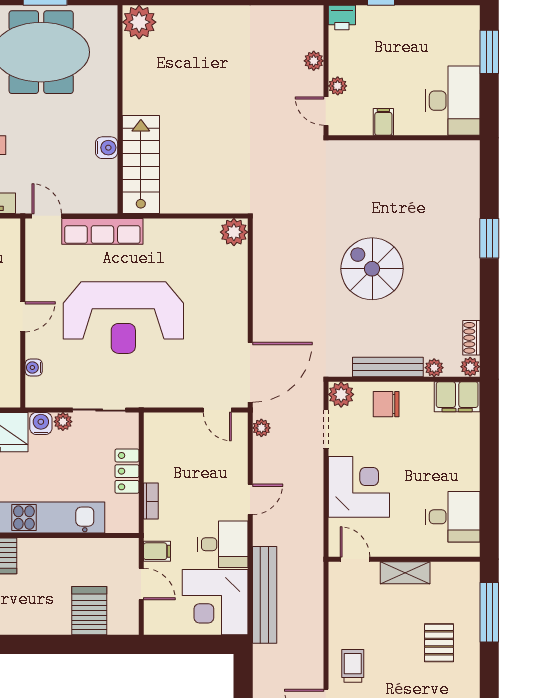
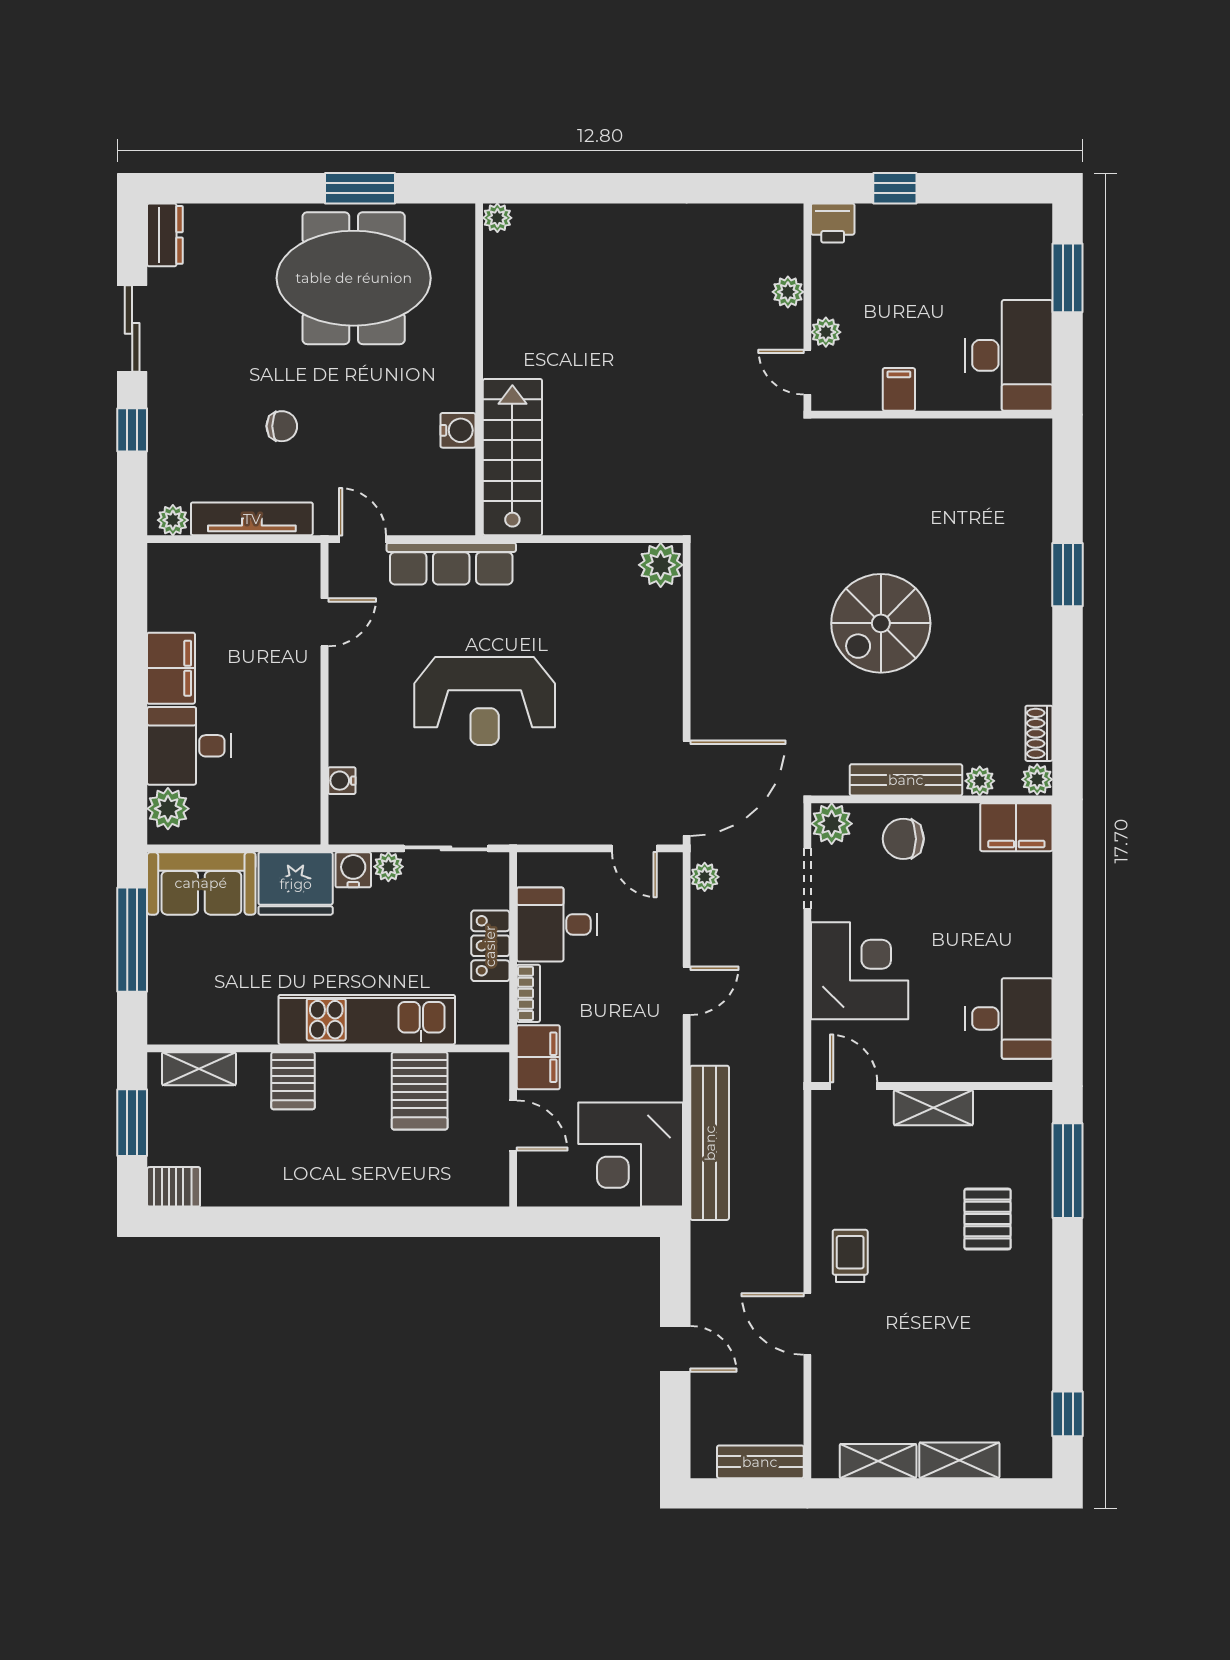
plant: (139, 22) -> (497, 218), width x0.53, depth x0.53
spiral stairs: (372, 269) -> (881, 623), turned -90
door: (23, 317) -> (324, 622), moved
reception desk: (123, 318) -> (485, 701), width x0.74, depth x0.77
desk: (223, 544) -> (557, 924), moved, turned 180
filing cabinet: (157, 551) -> (538, 1057), width x2.00
server rack: (89, 611) -> (420, 1091), moved, turned 180

